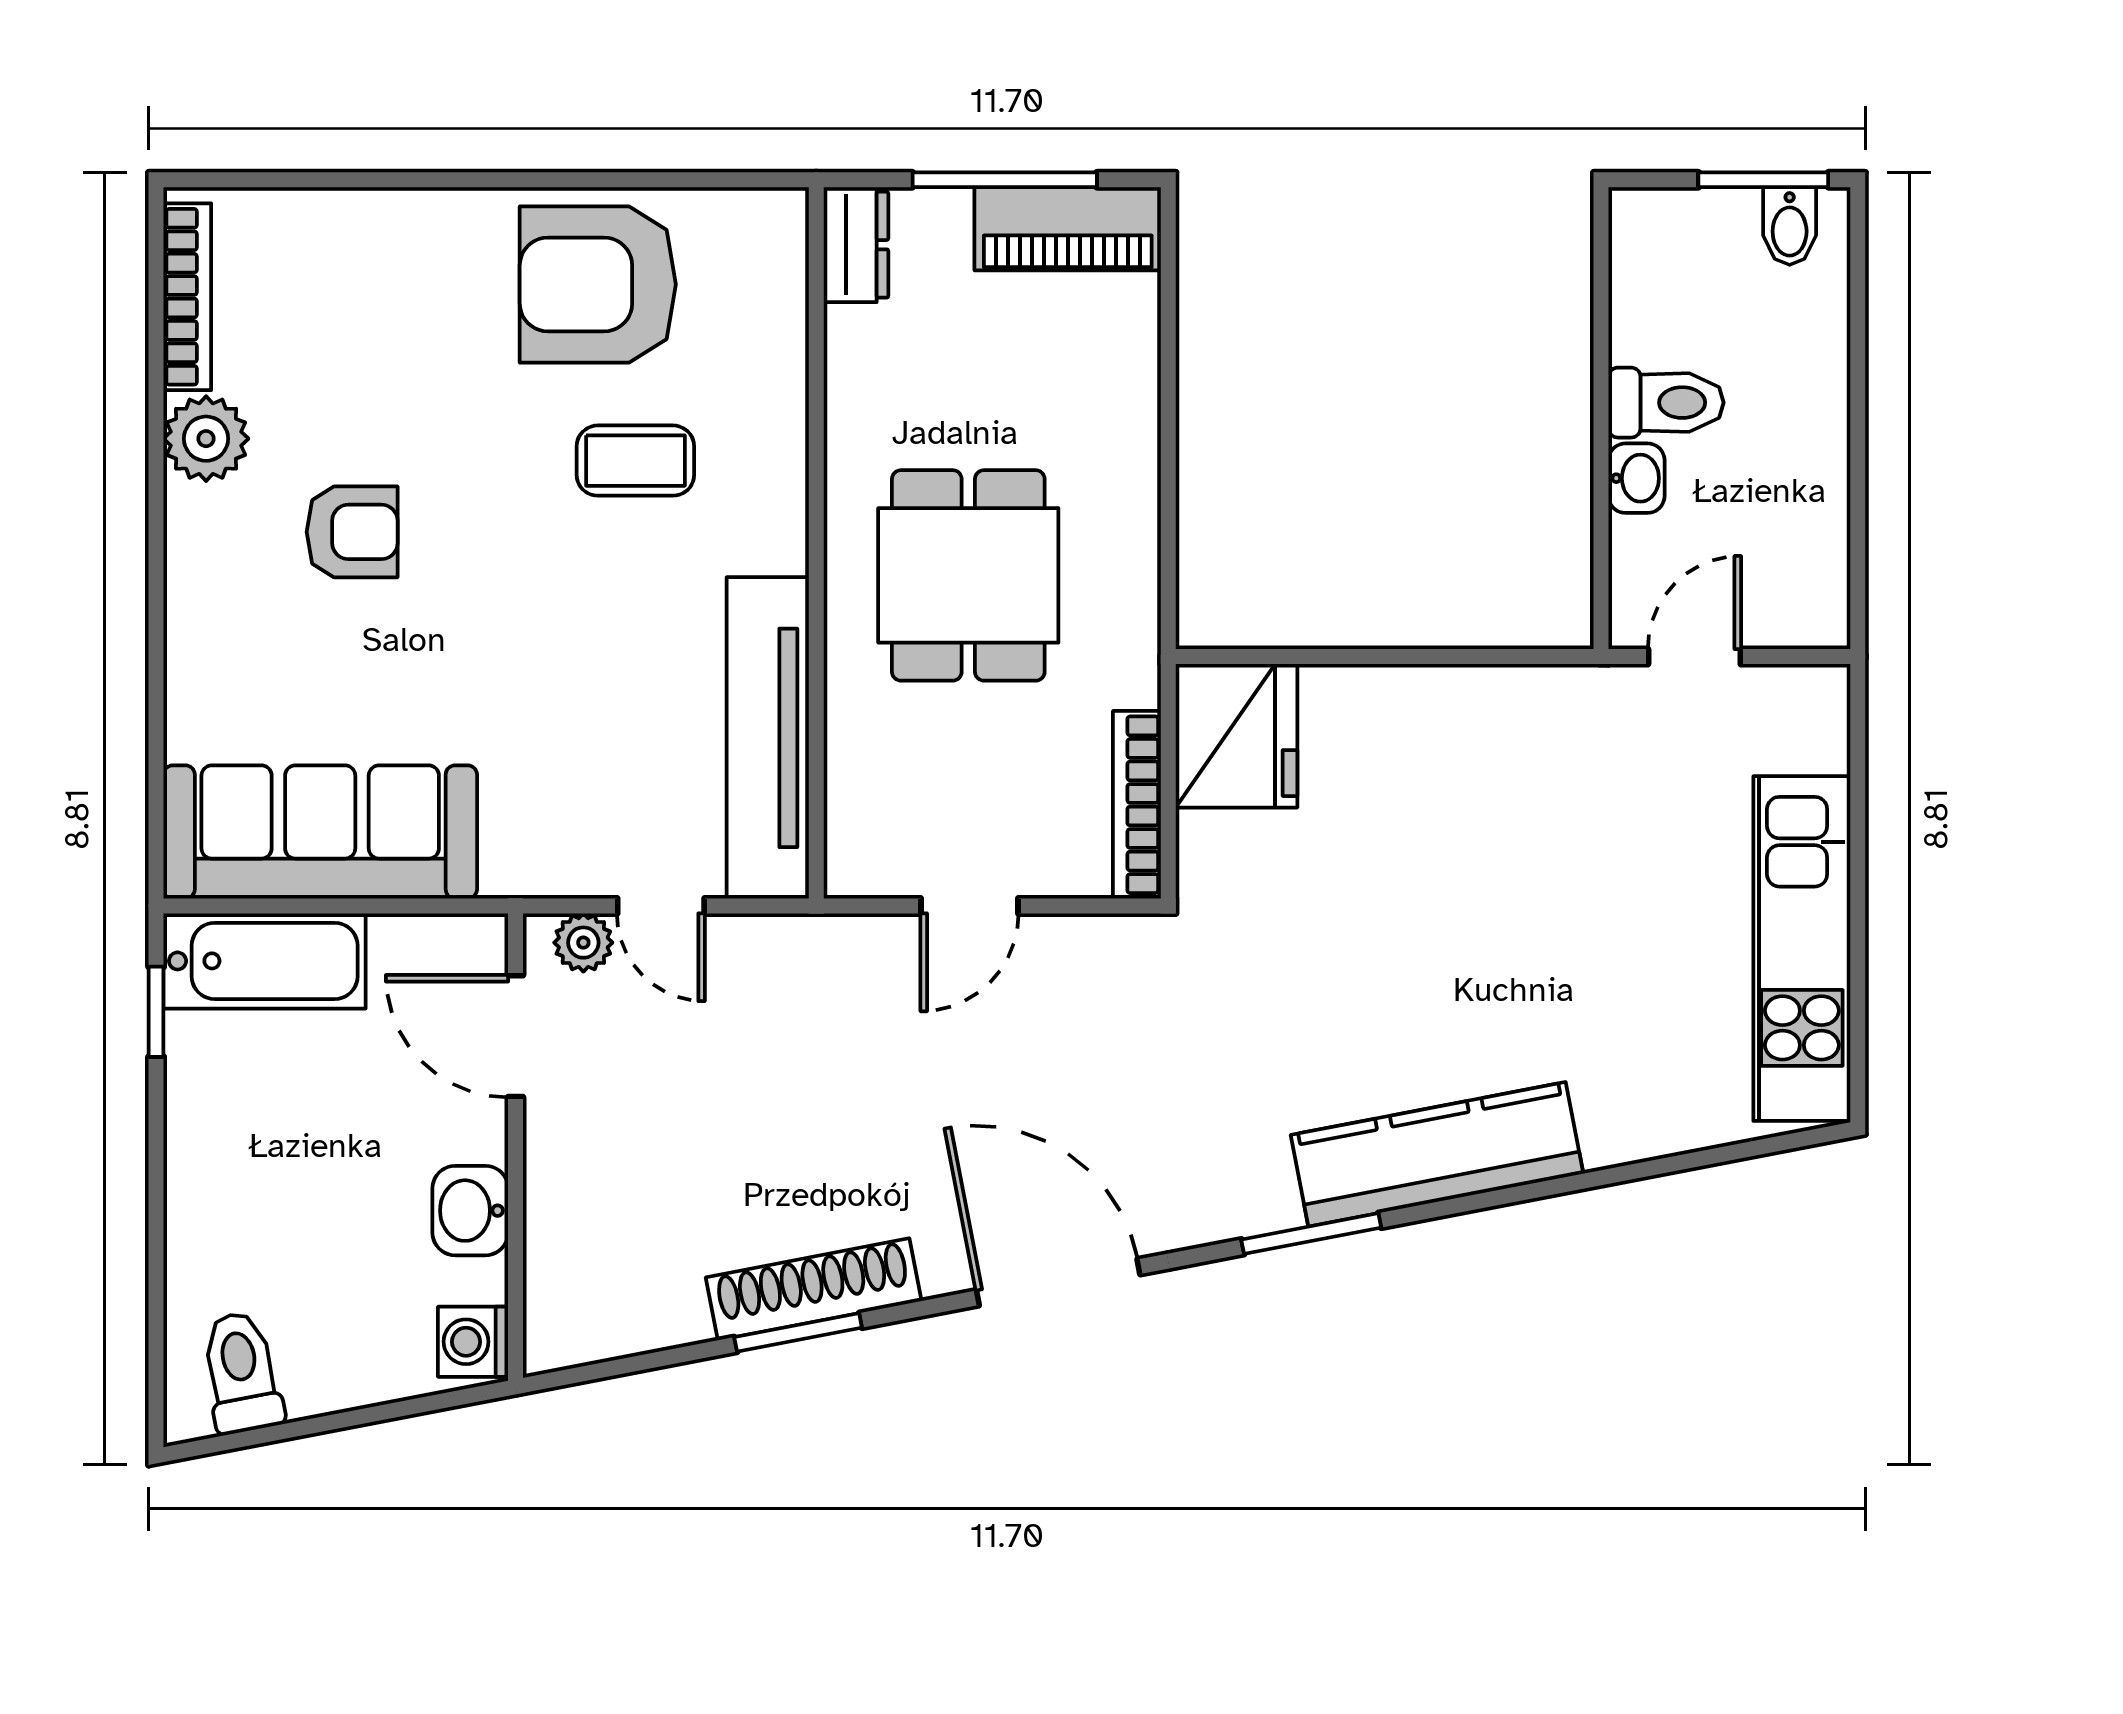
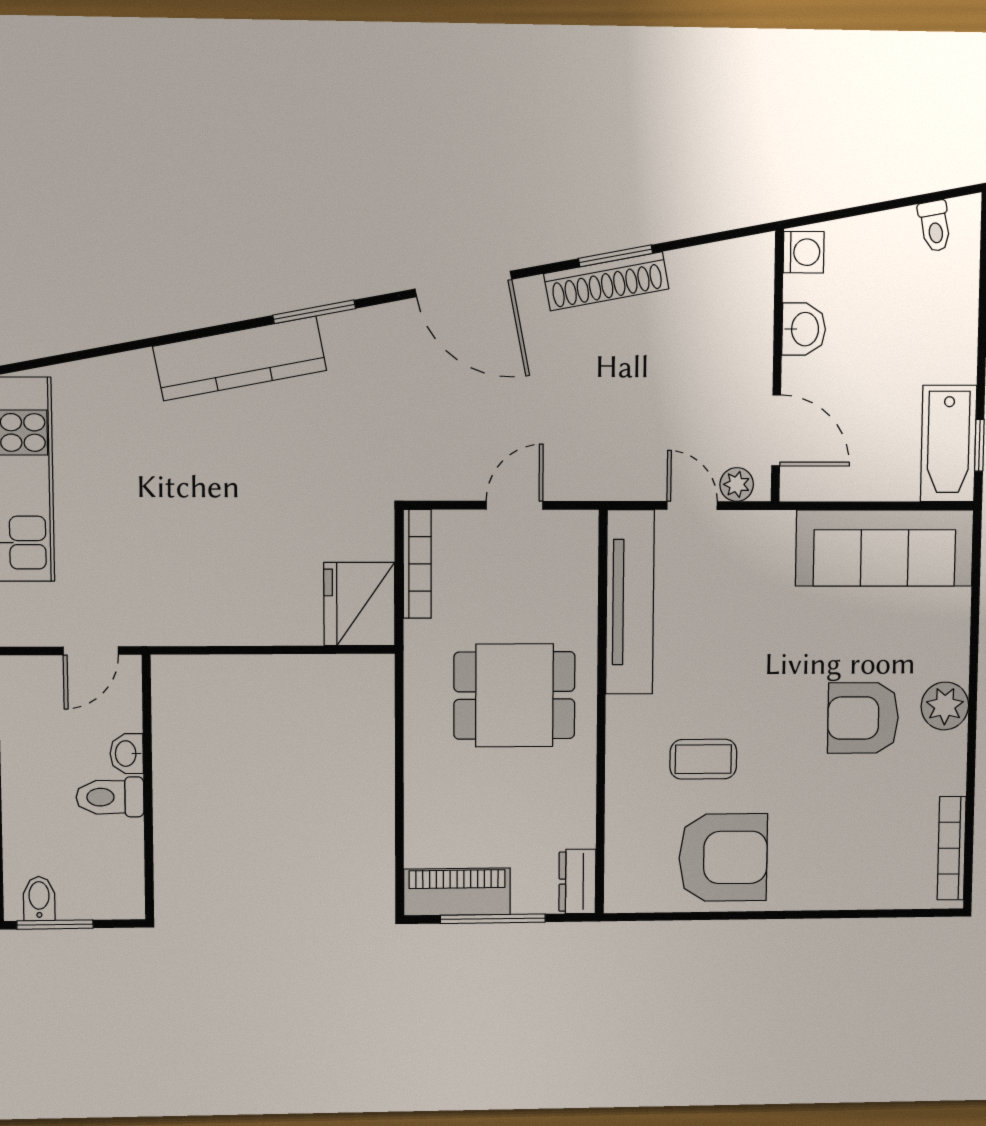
plant: (206, 439) -> (945, 706), moved
armchair: (352, 532) -> (863, 718), width x1.38, depth x1.38
dining table: (968, 575) -> (514, 695), turned 90
bathtub: (265, 961) -> (949, 444), moved, turned -90
toilet: (242, 1373) -> (935, 226), width x0.73, depth x0.72

